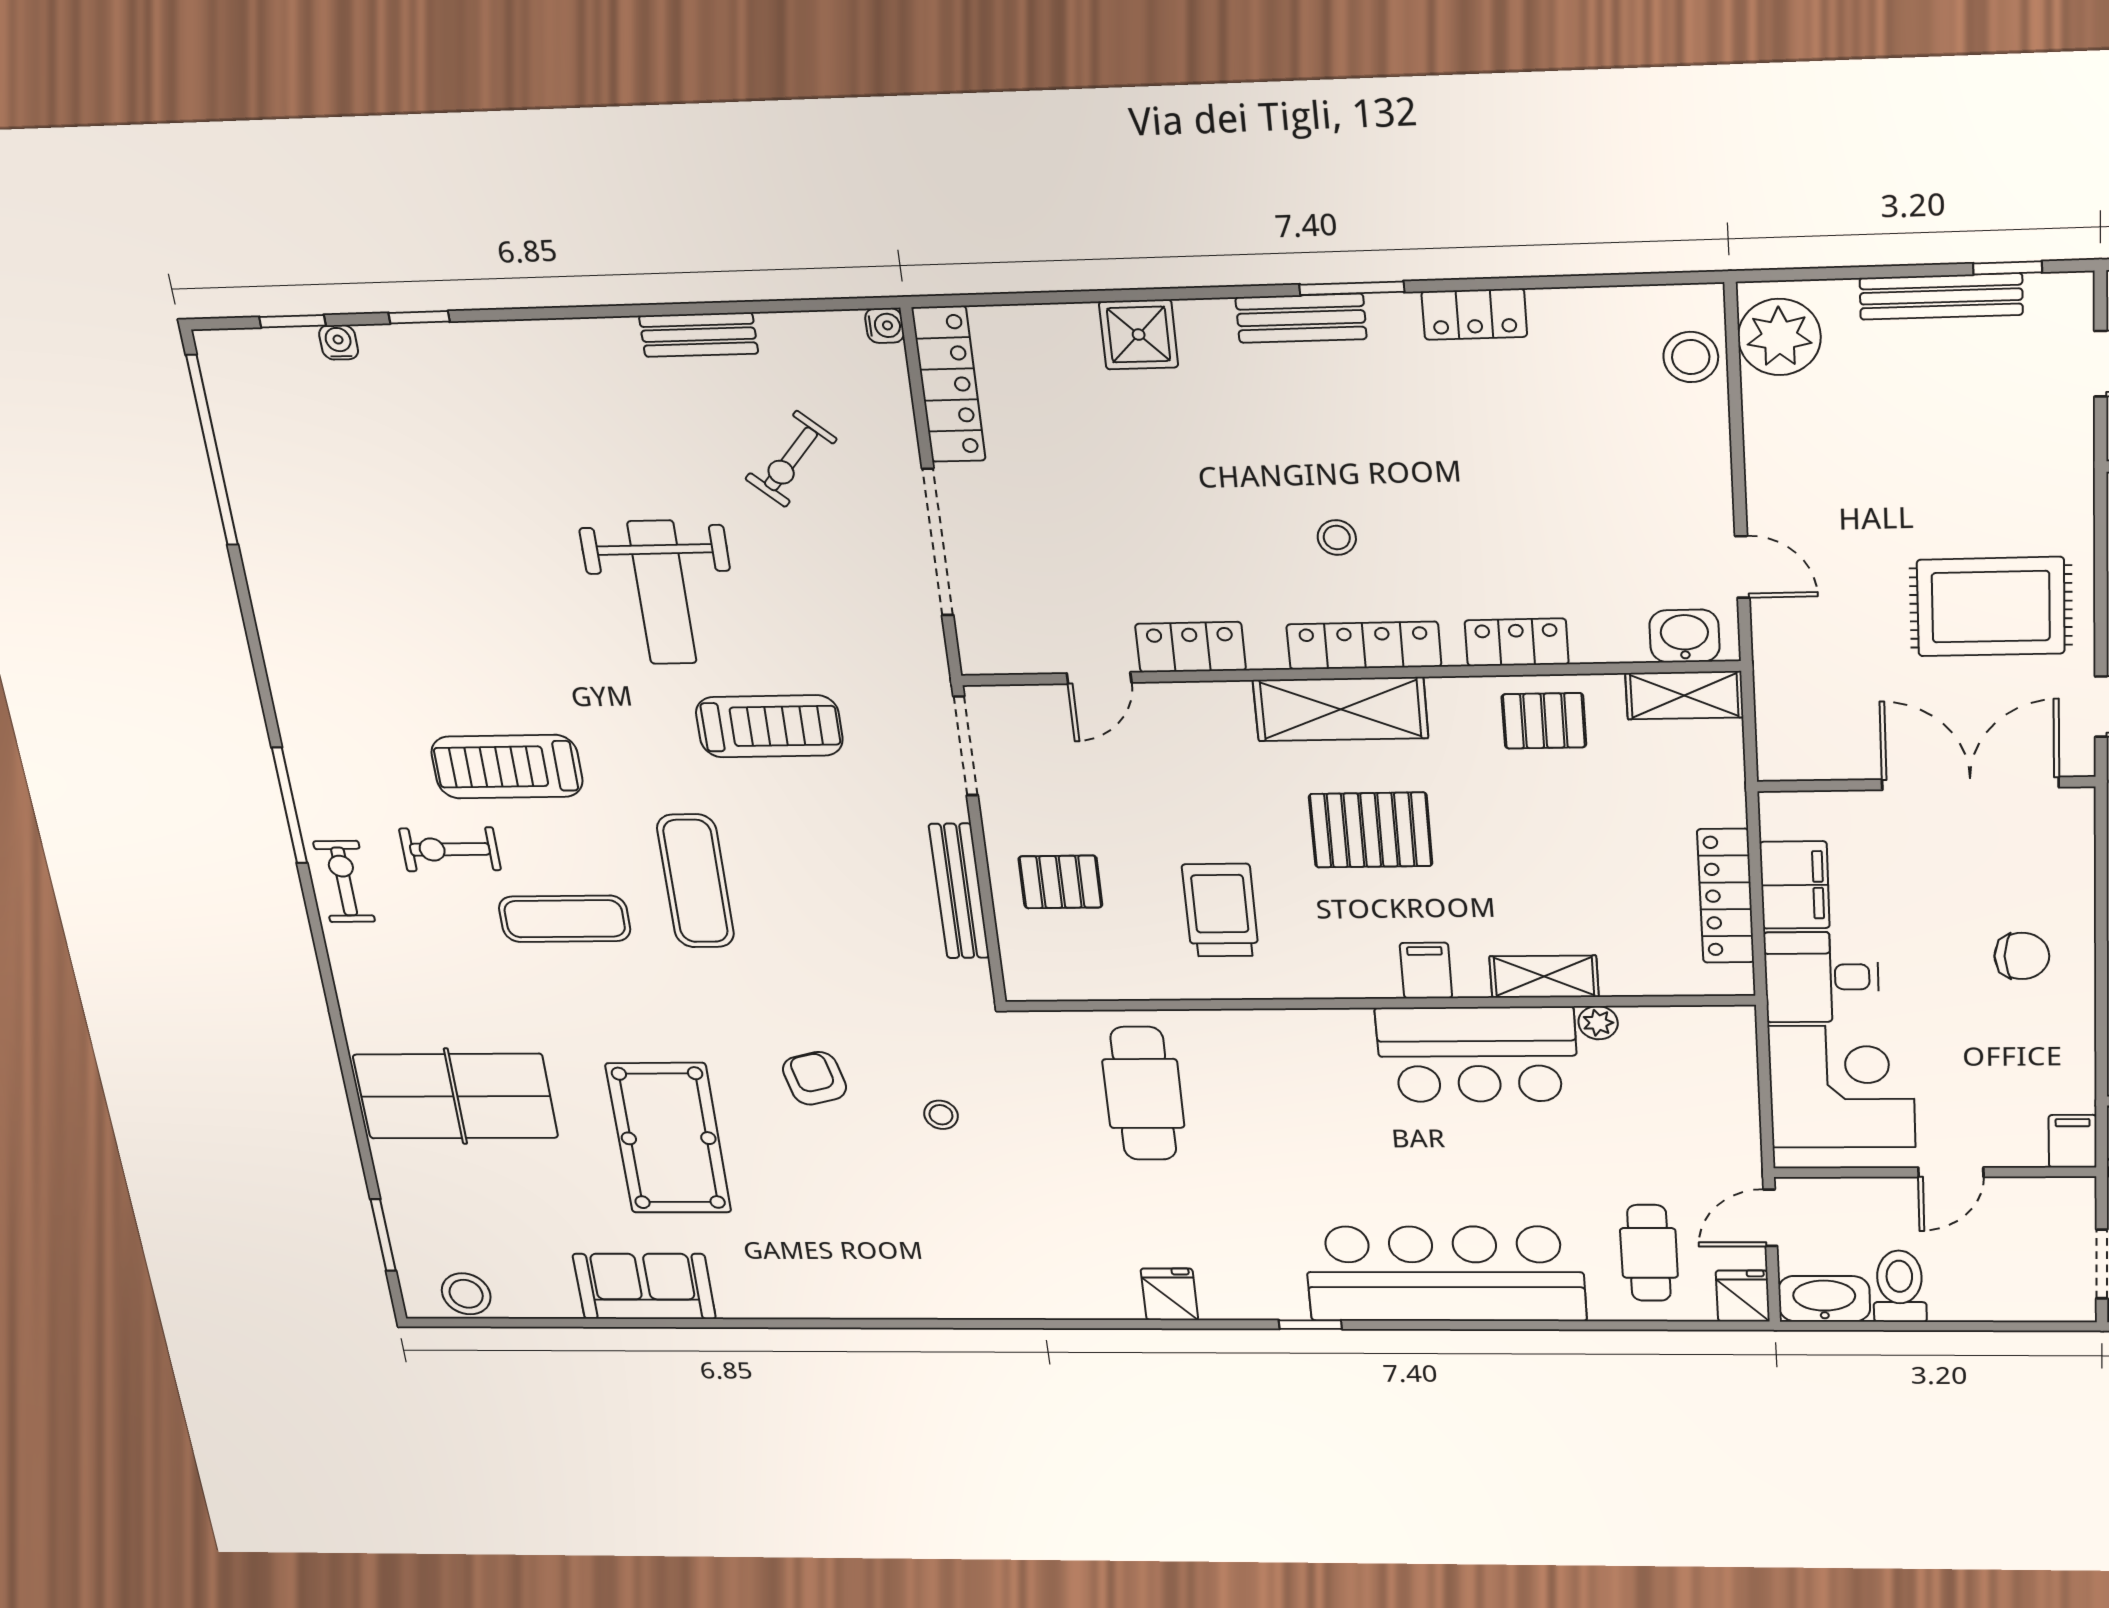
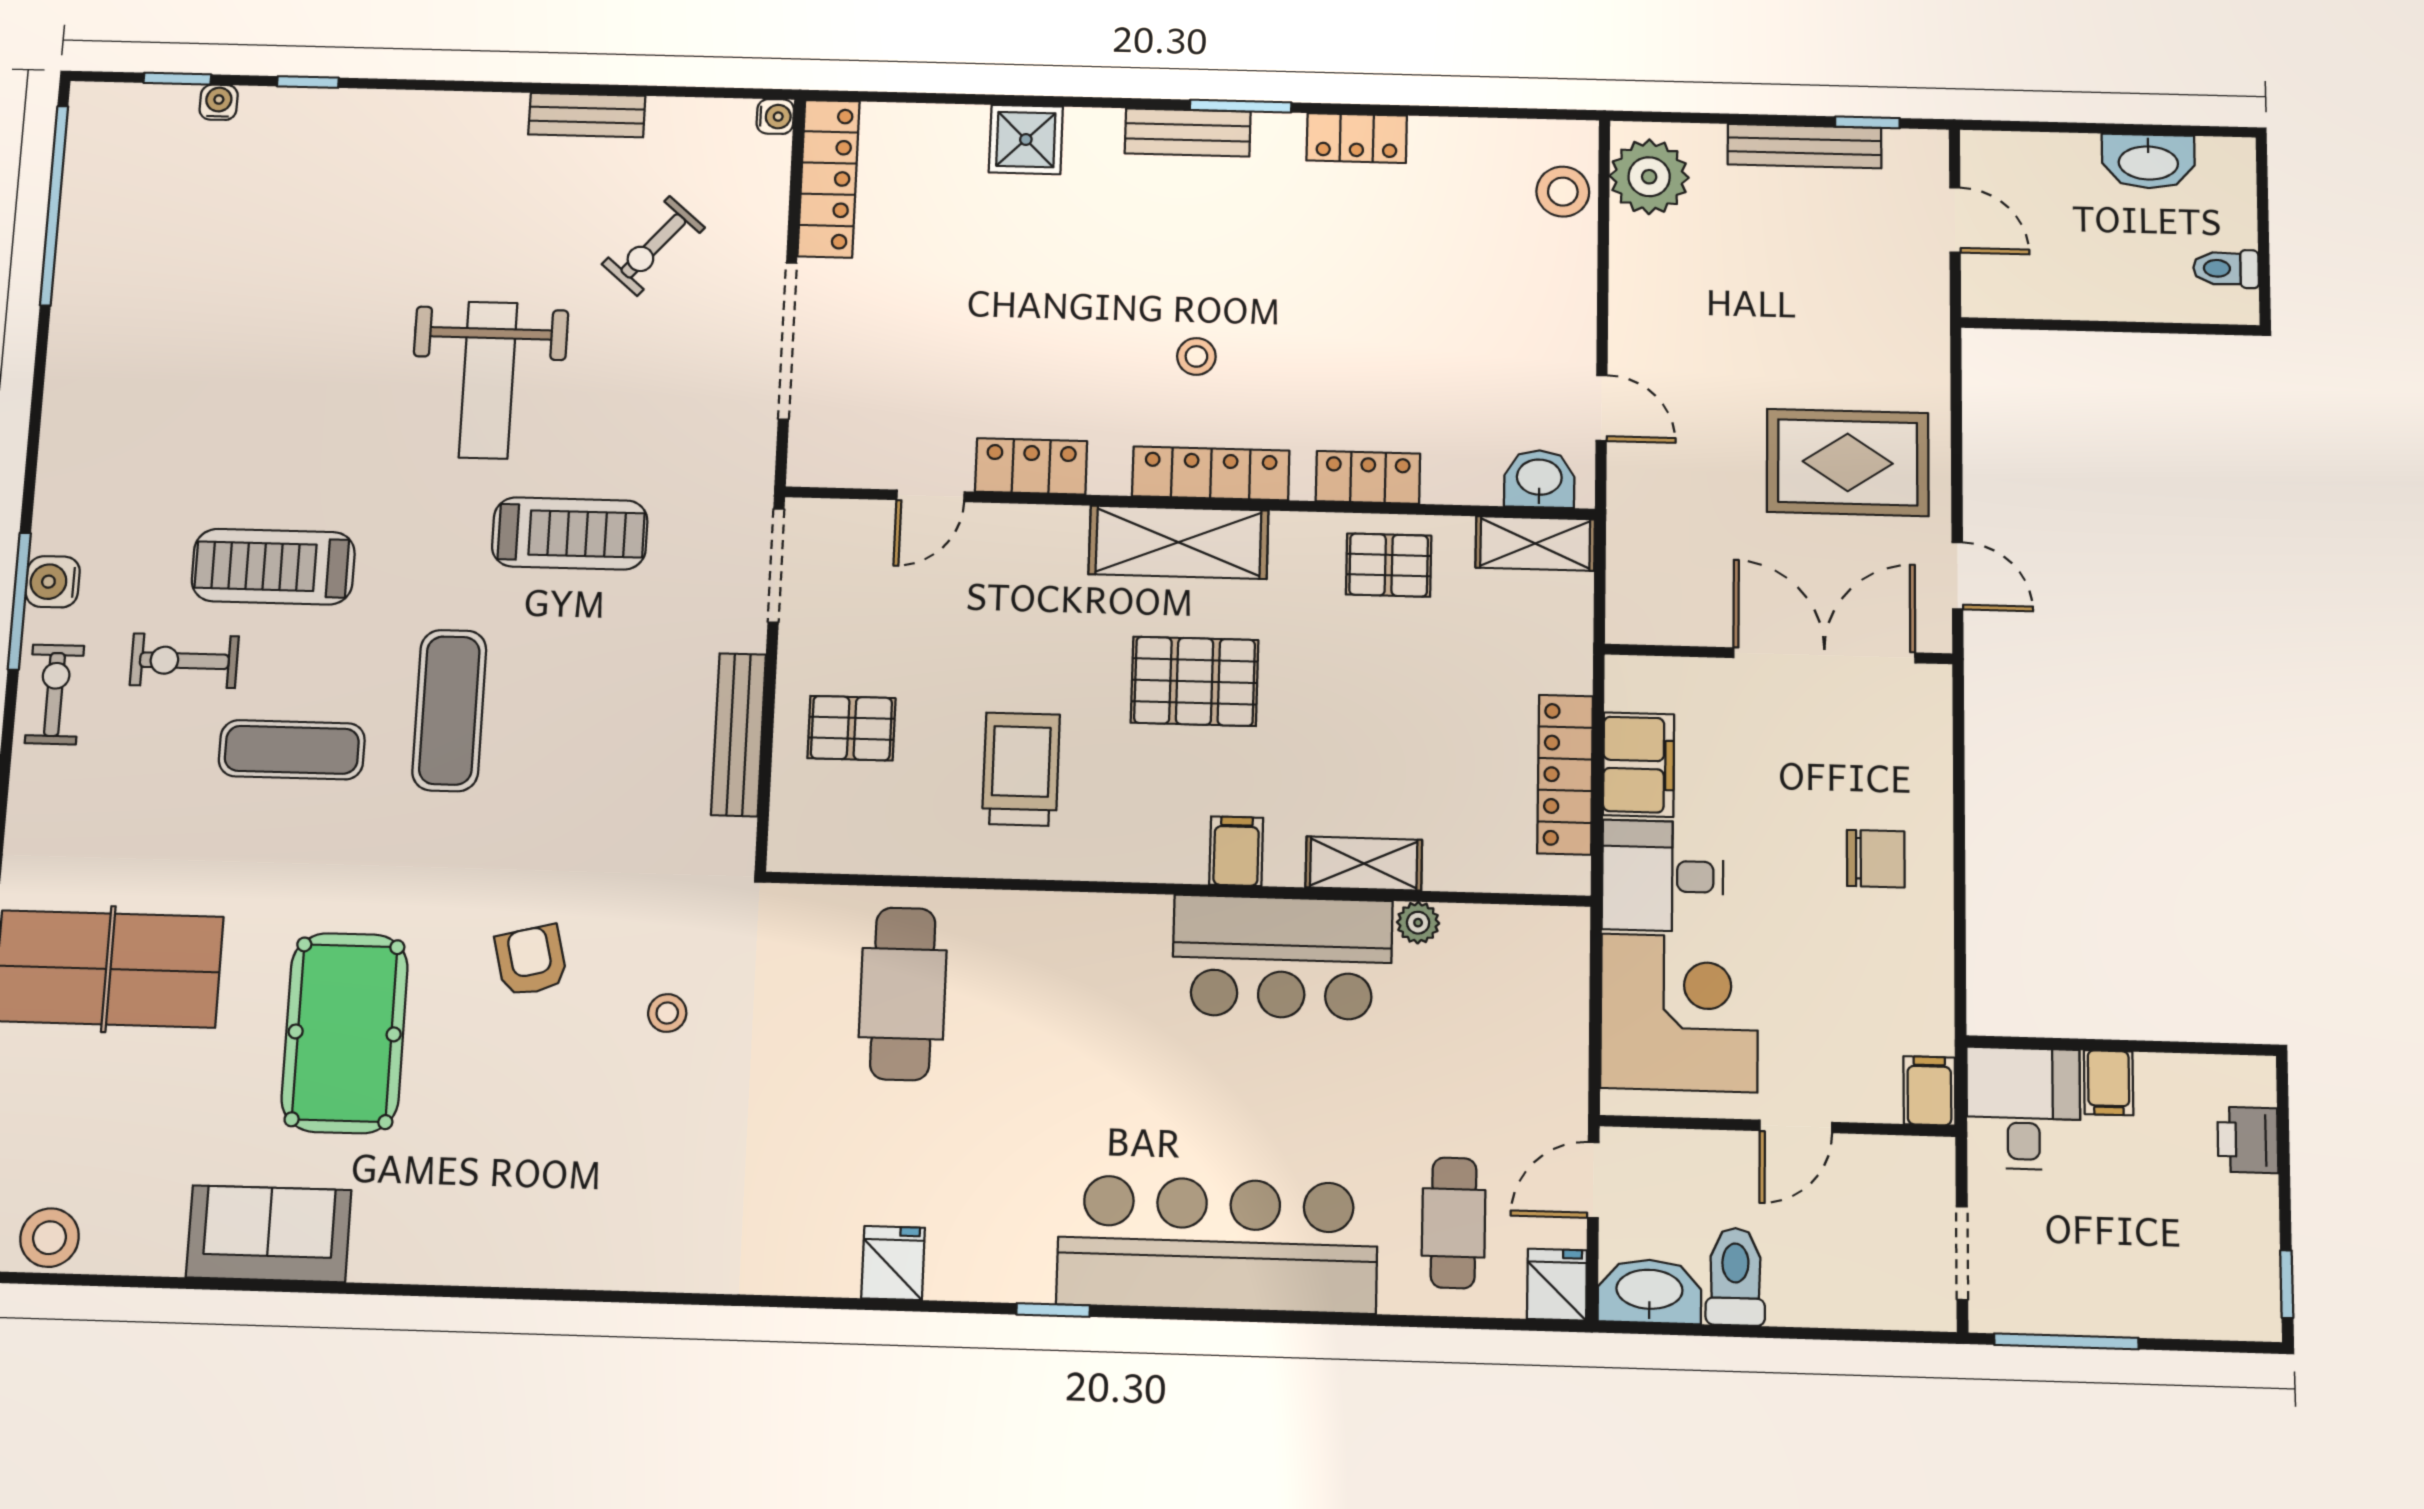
water cooler: (314, 788) -> (53, 582), added

